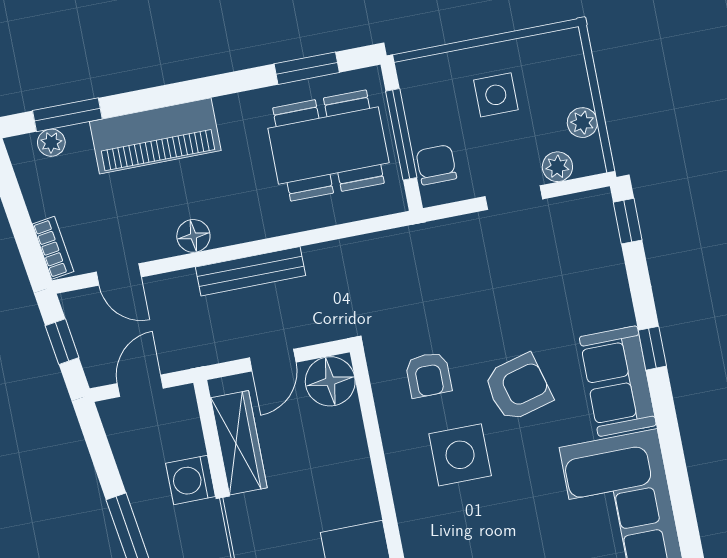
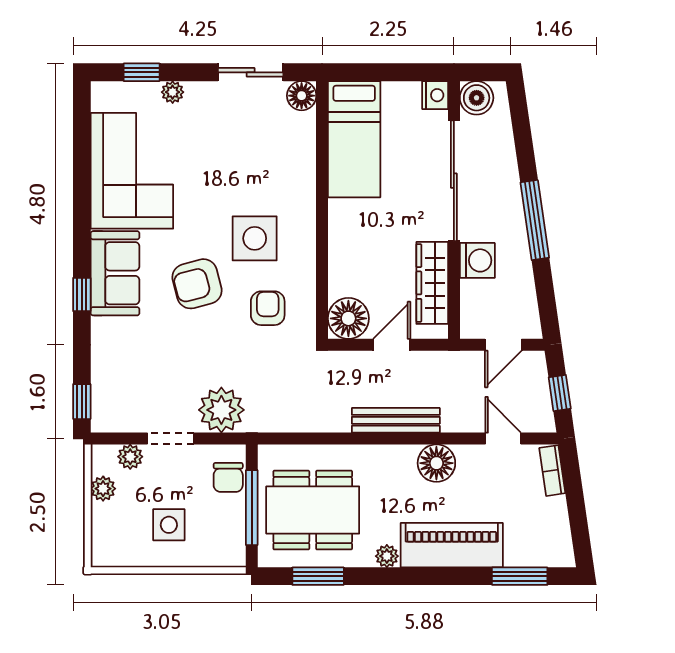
plant: (51, 143) -> (387, 556), moved
floor lamp: (193, 236) -> (436, 463), width x1.38, depth x1.38
plant: (460, 243) -> (221, 410), added

